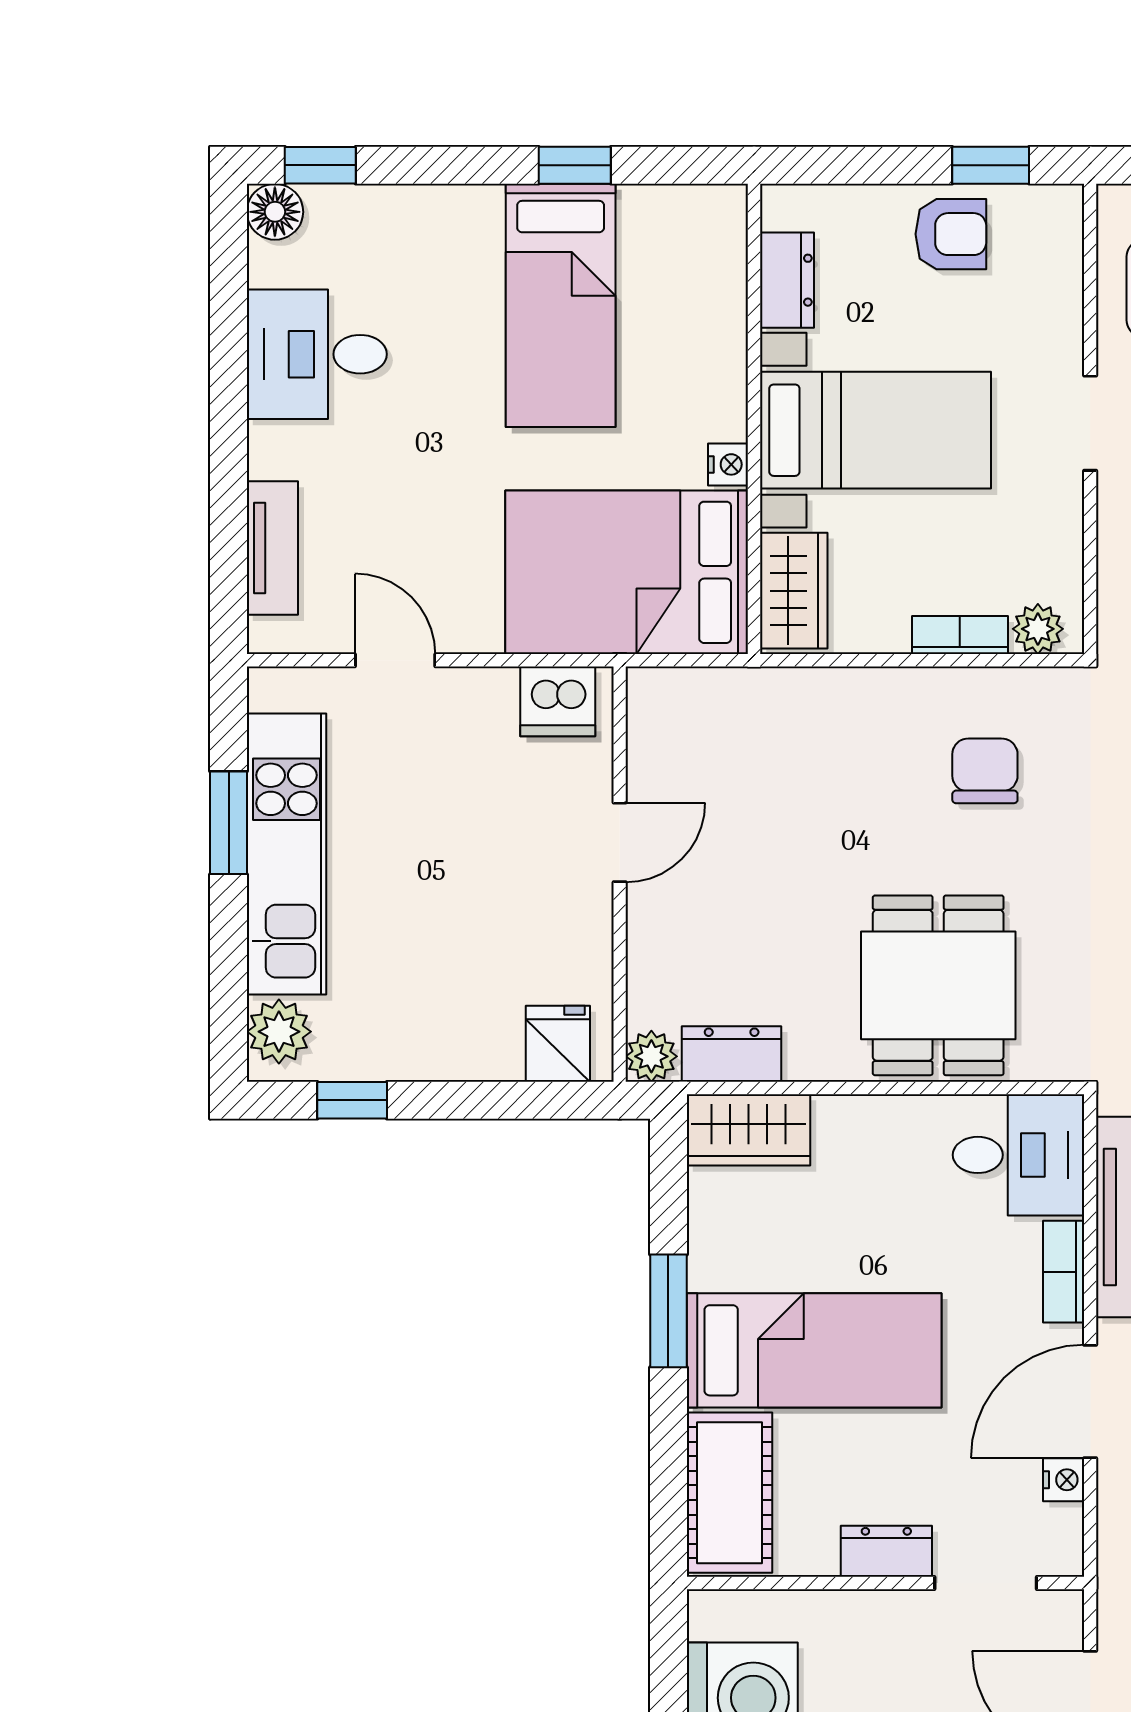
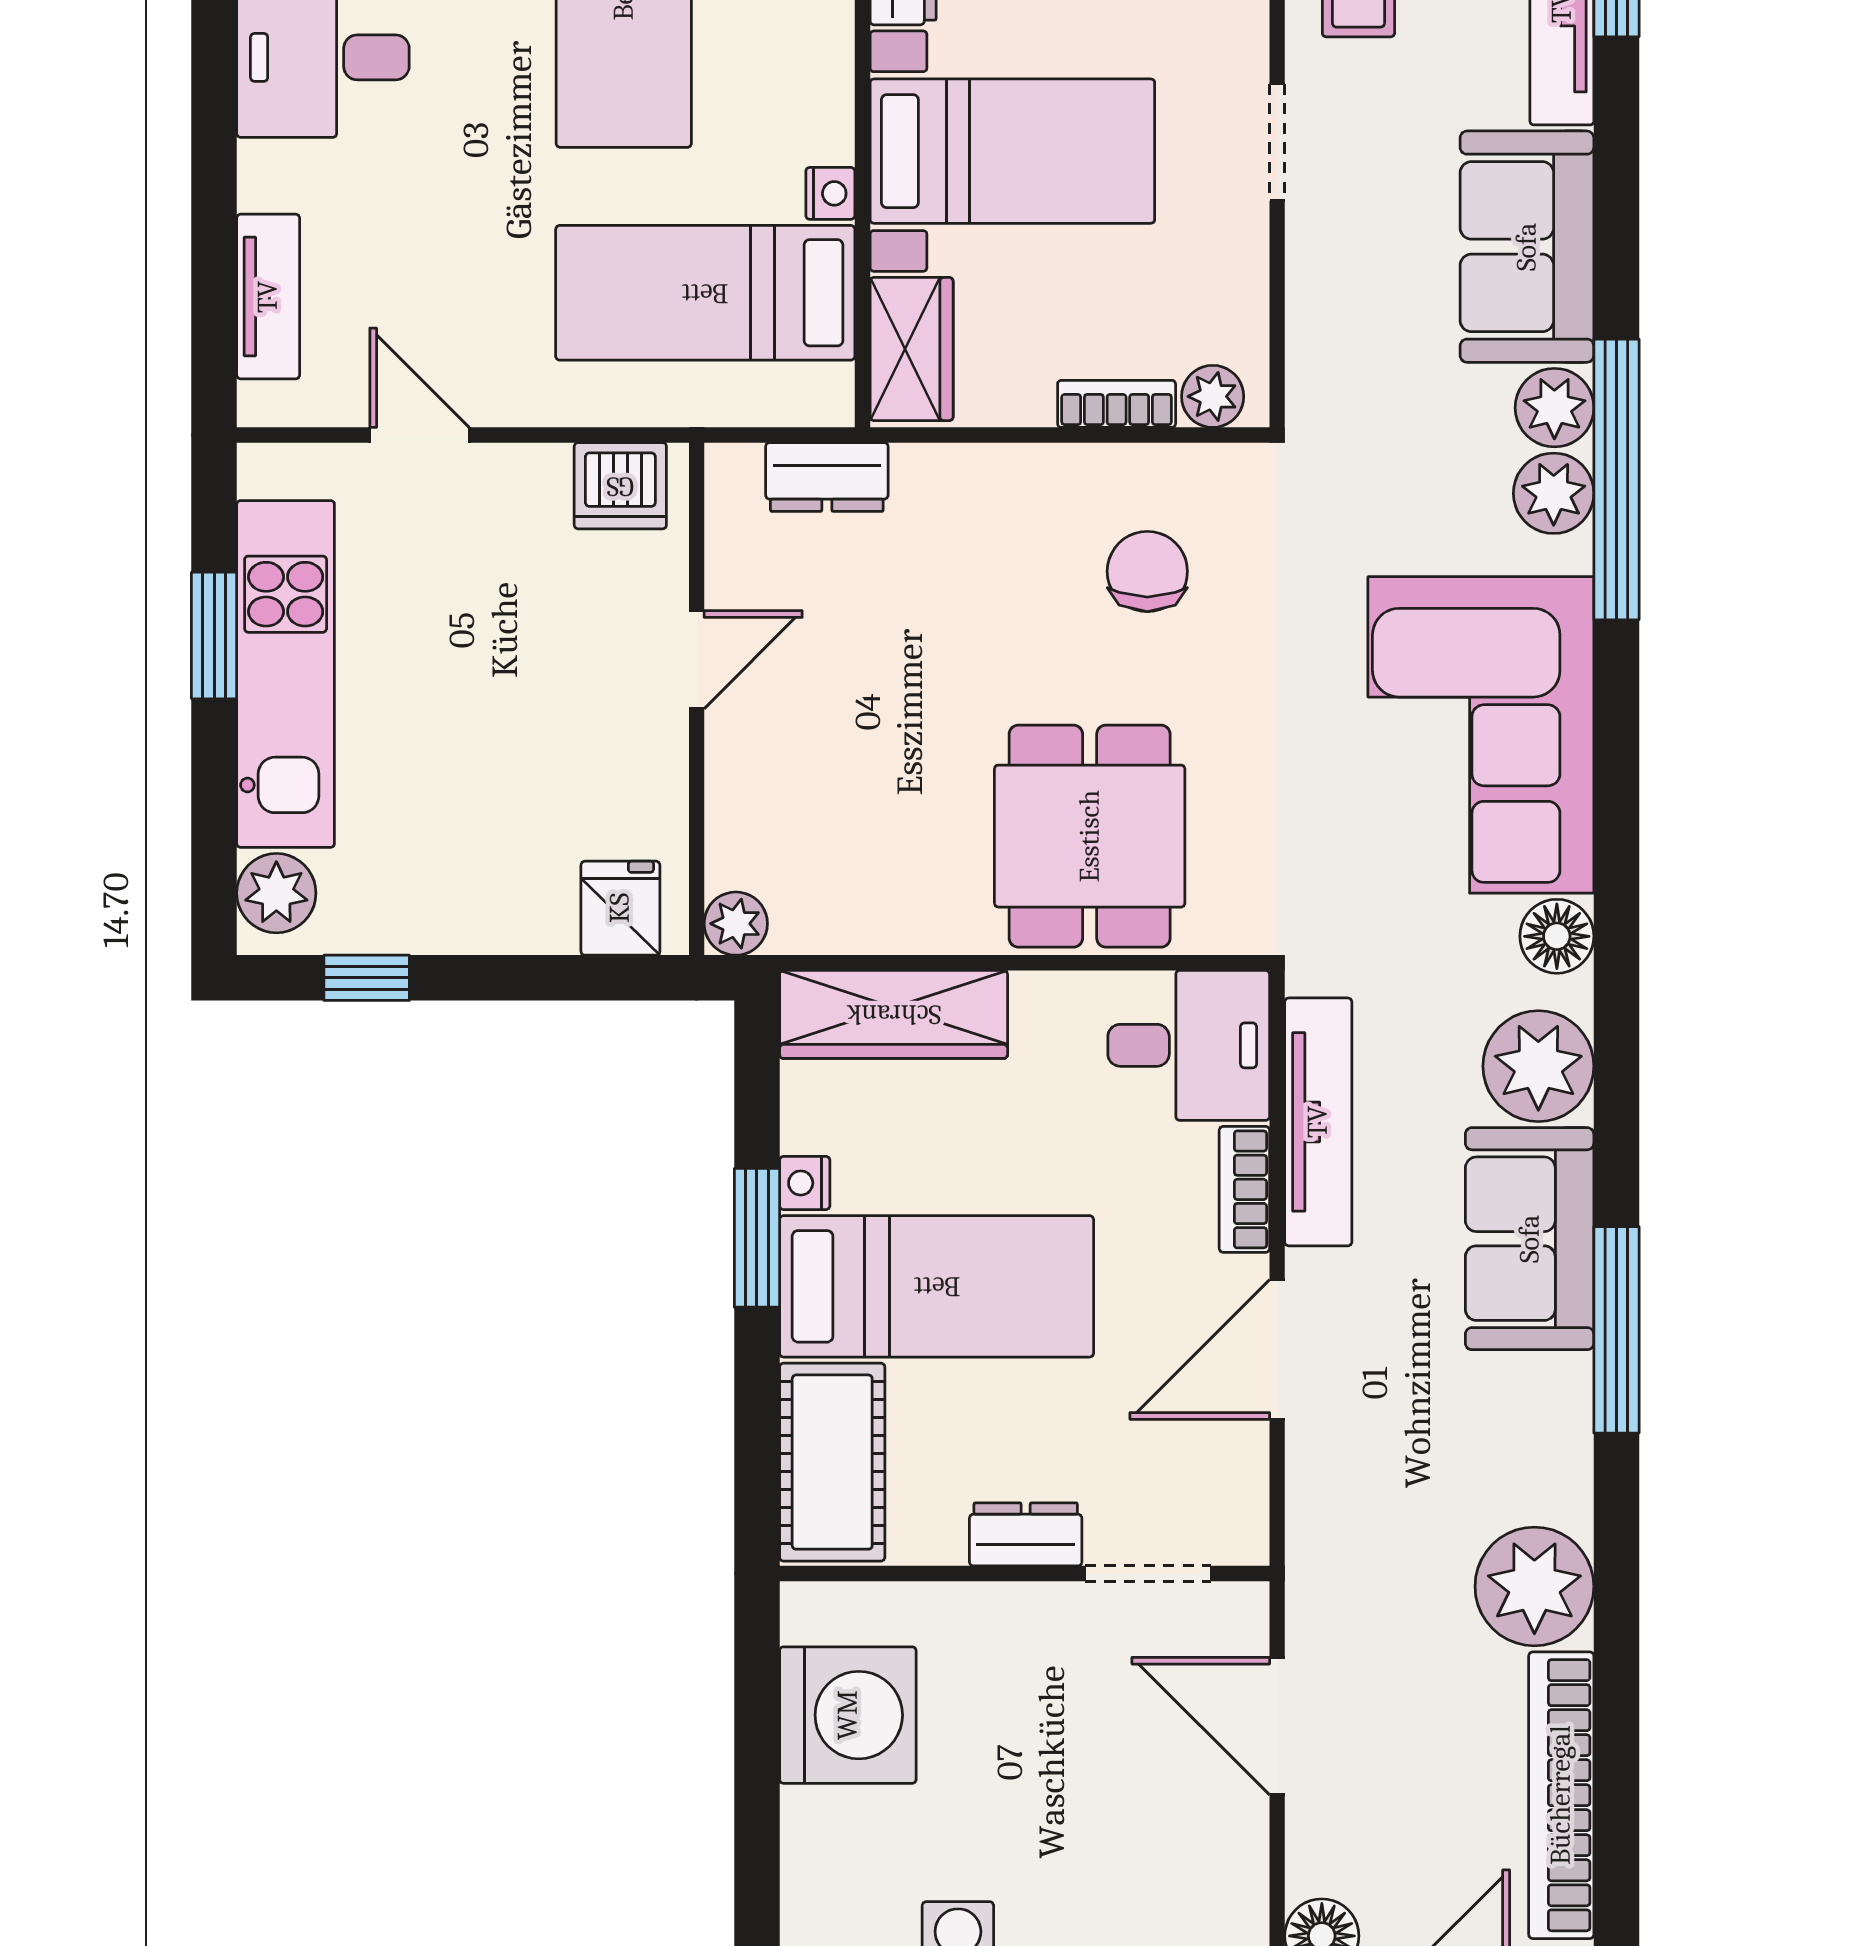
bed: (627, 572) -> (705, 293), width x0.67
dresser: (732, 1054) -> (827, 477), moved, turned 180
wardrobe: (748, 1130) -> (894, 1014), width x1.50
nightstand: (1064, 1480) -> (805, 1183), moved, turned 180

